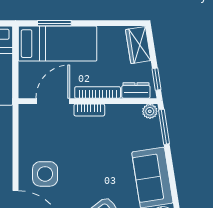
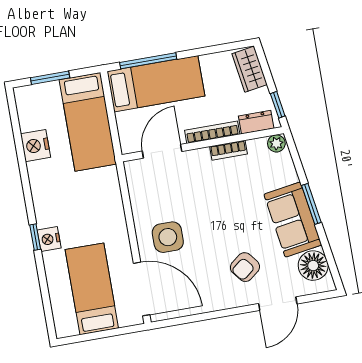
window: (54, 23) -> (148, 61), width x1.44
bookcase: (89, 110) -> (228, 150), moved
window: (164, 127) -> (311, 204), moved

